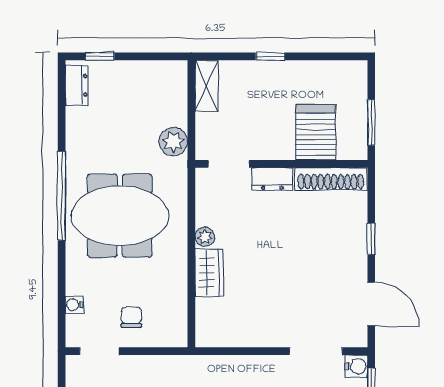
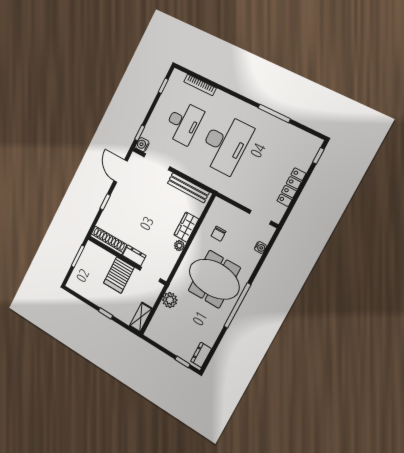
server rack: (316, 132) -> (119, 275), moved
chair: (131, 317) -> (218, 234), moved
bench: (240, 336) -> (188, 188), added

